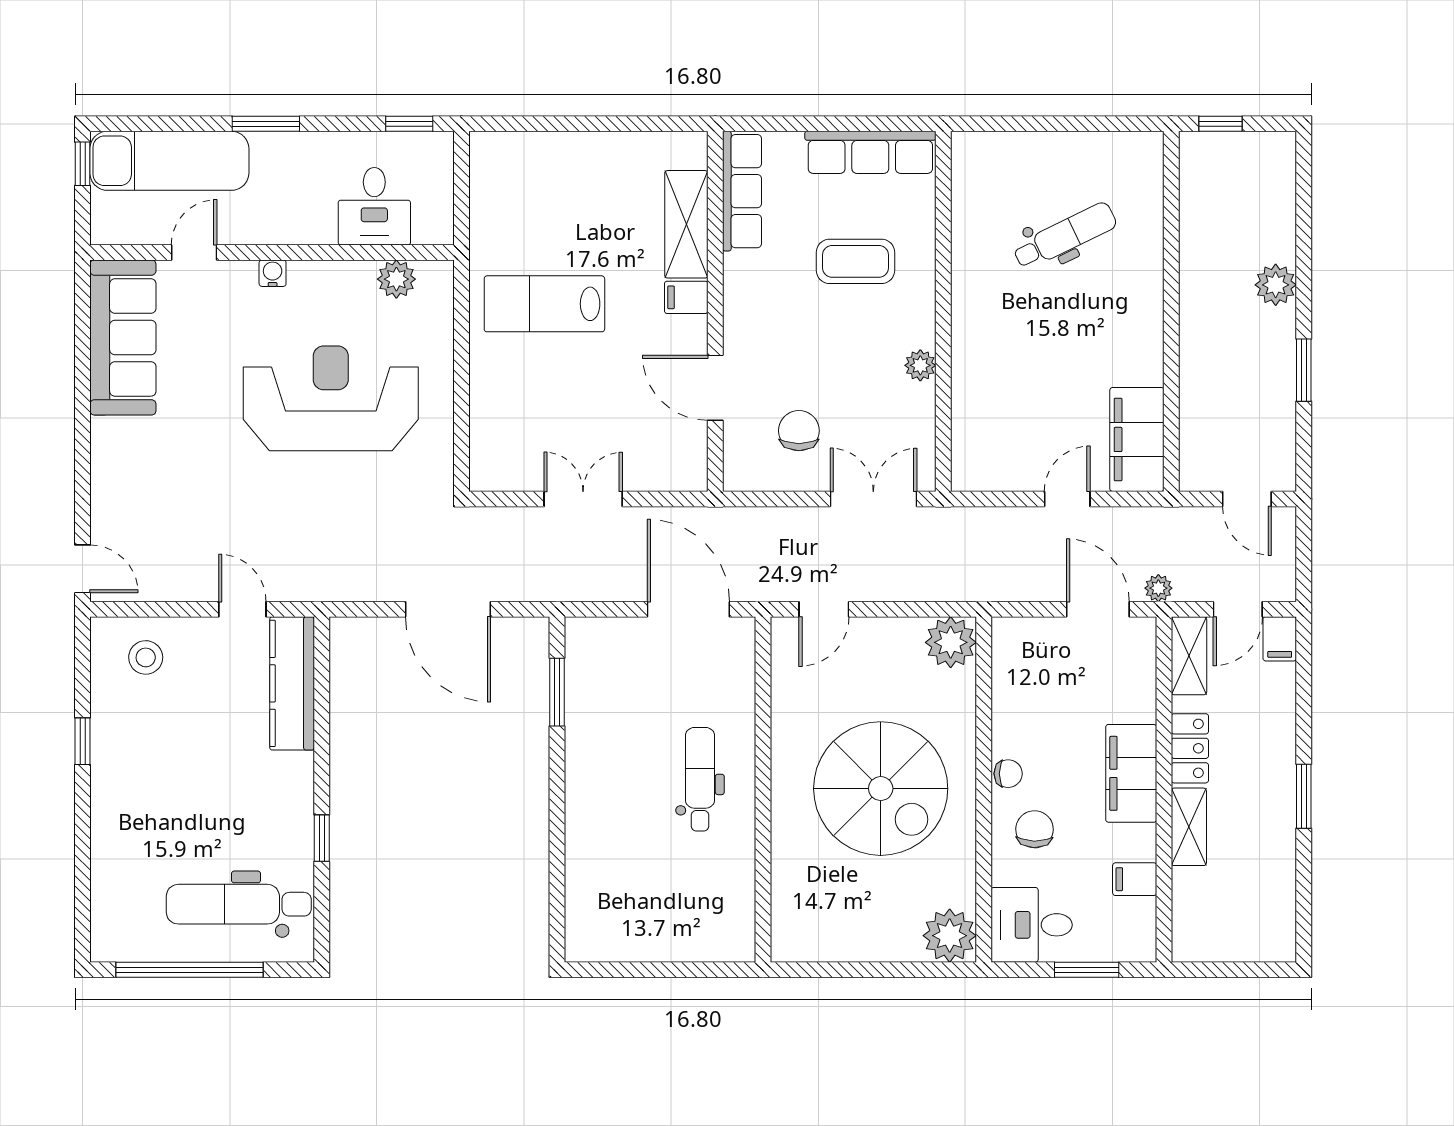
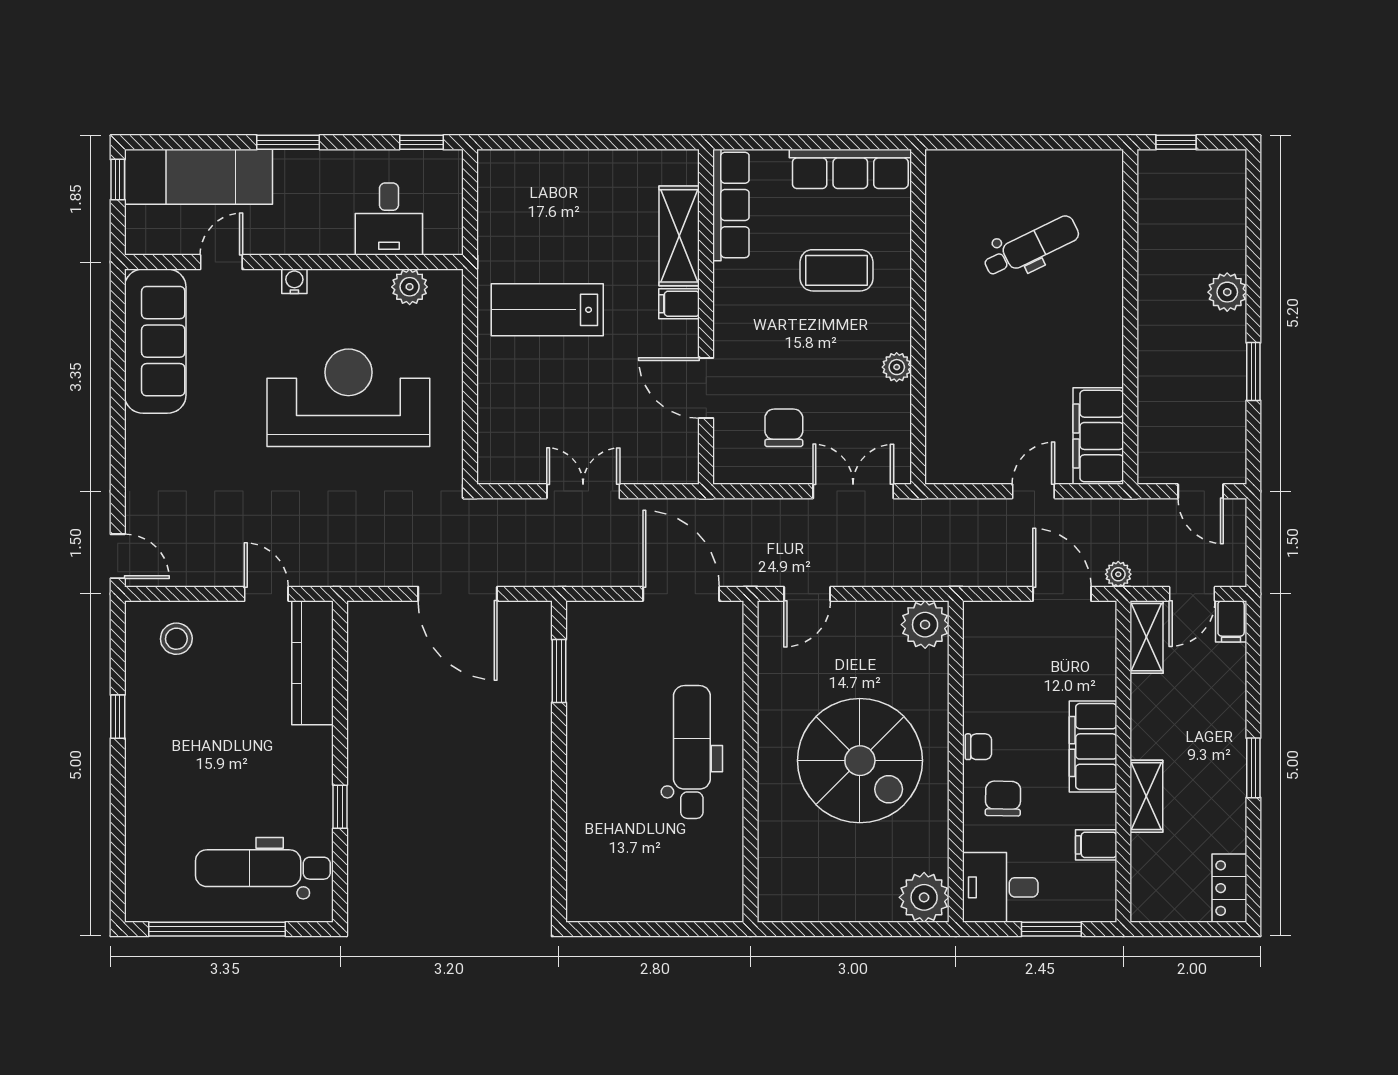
locker: (1190, 748) -> (1229, 888), moved, turned 180
dental chair: (700, 779) -> (692, 752), width x1.36, depth x1.38

